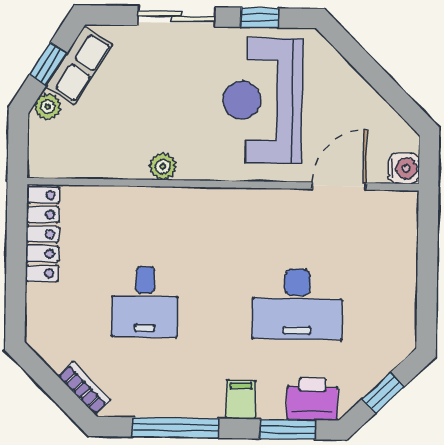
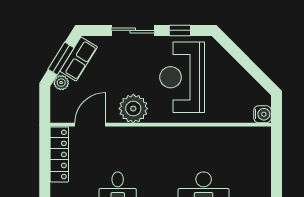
window: (48, 64) -> (61, 58), width x1.50
plant: (163, 166) -> (133, 109), width x1.87, depth x1.87
door: (339, 186) -> (90, 125), moved

